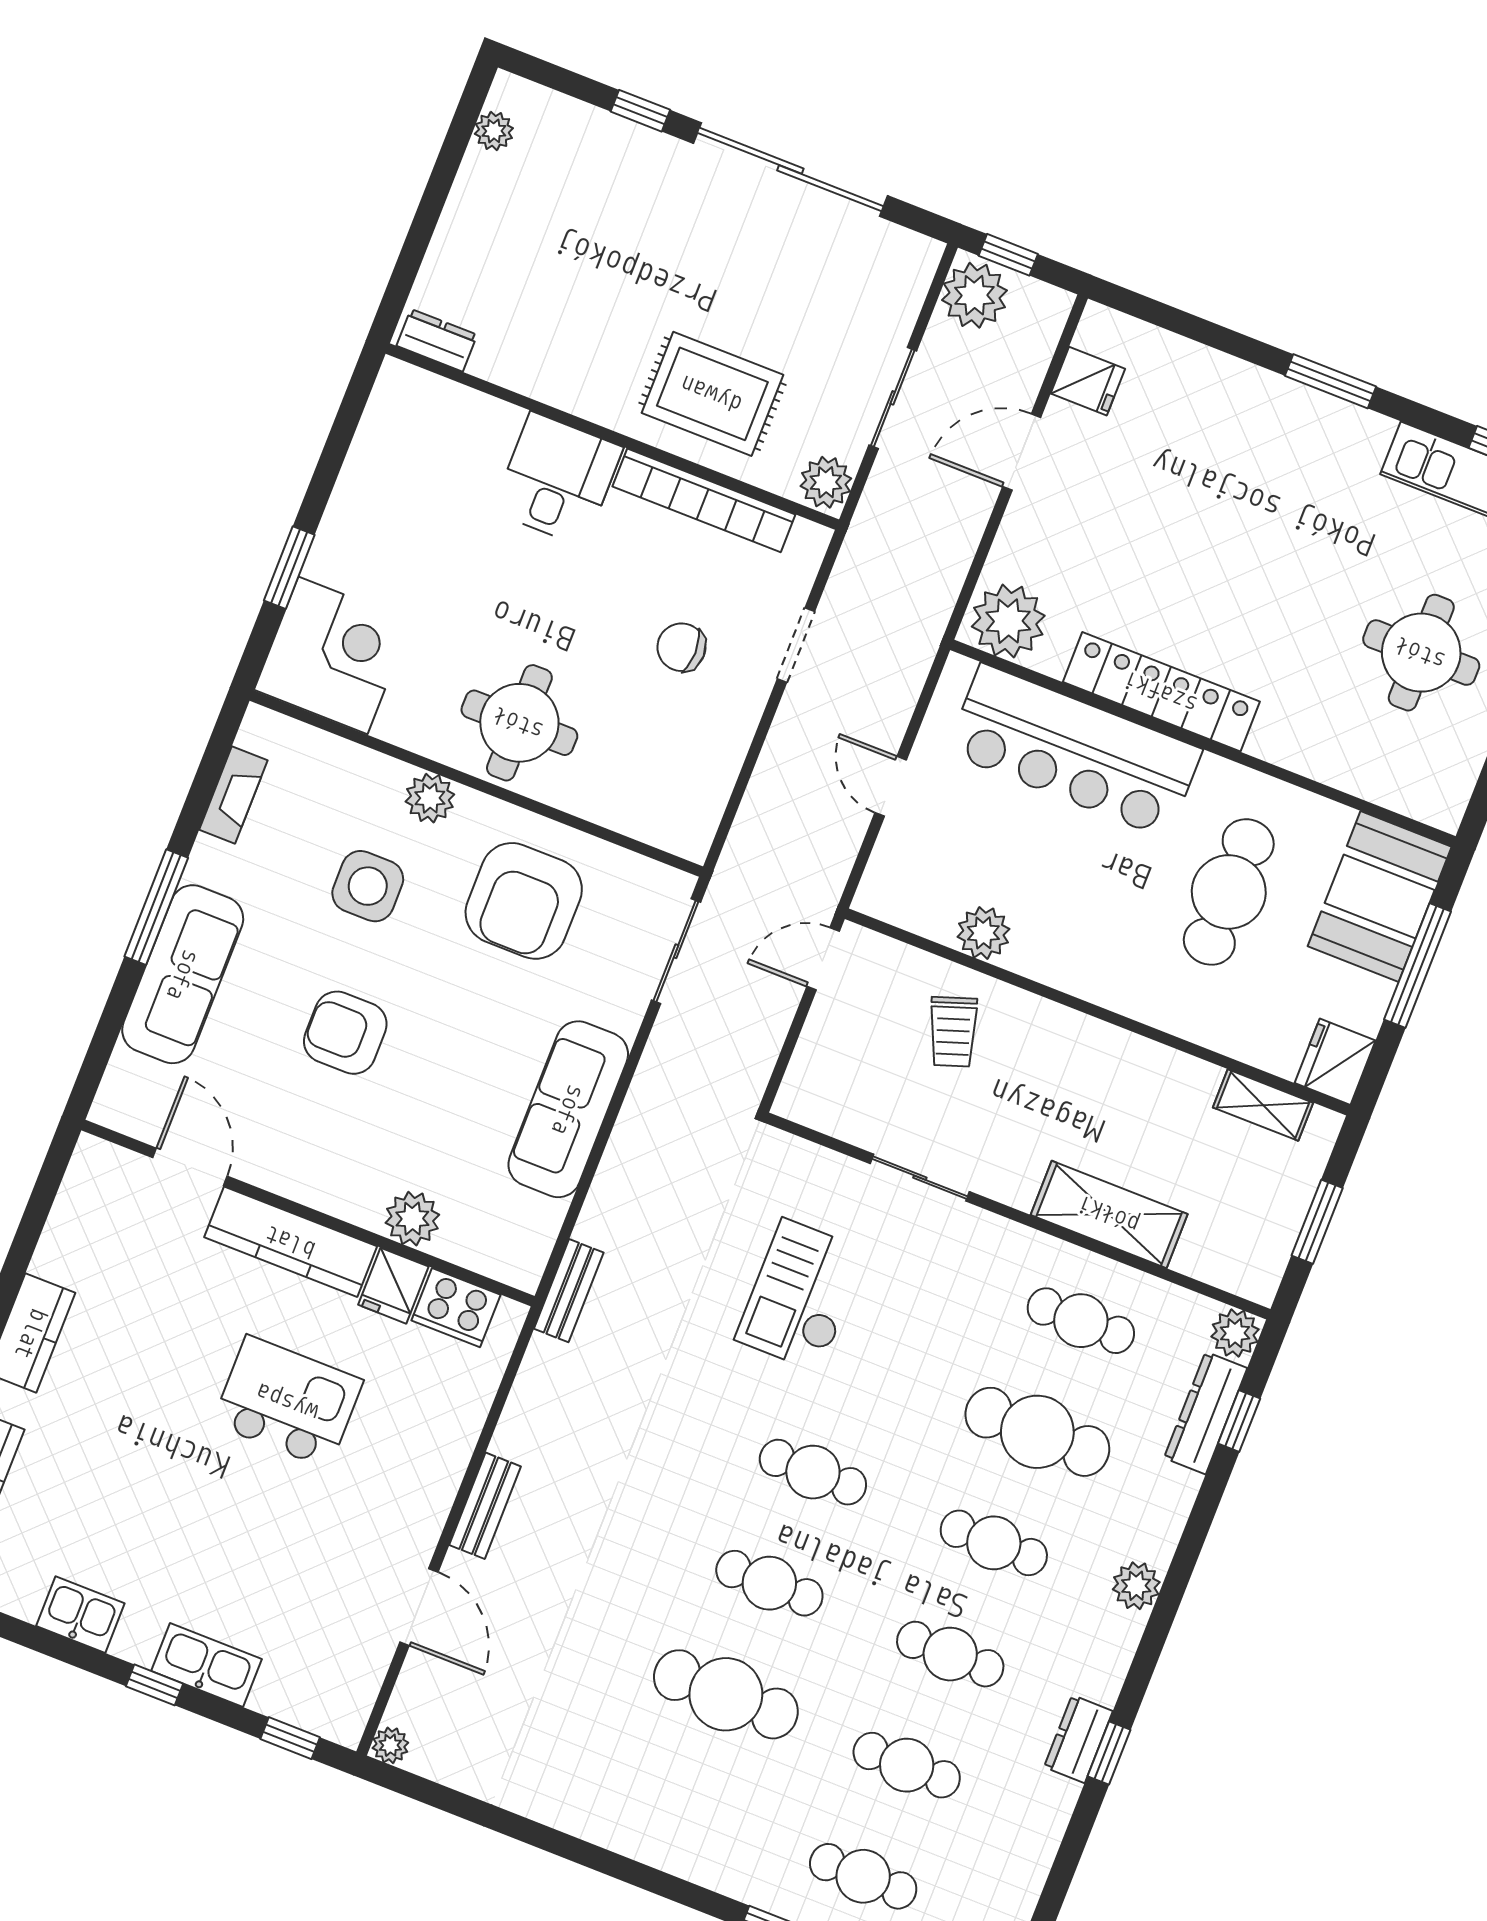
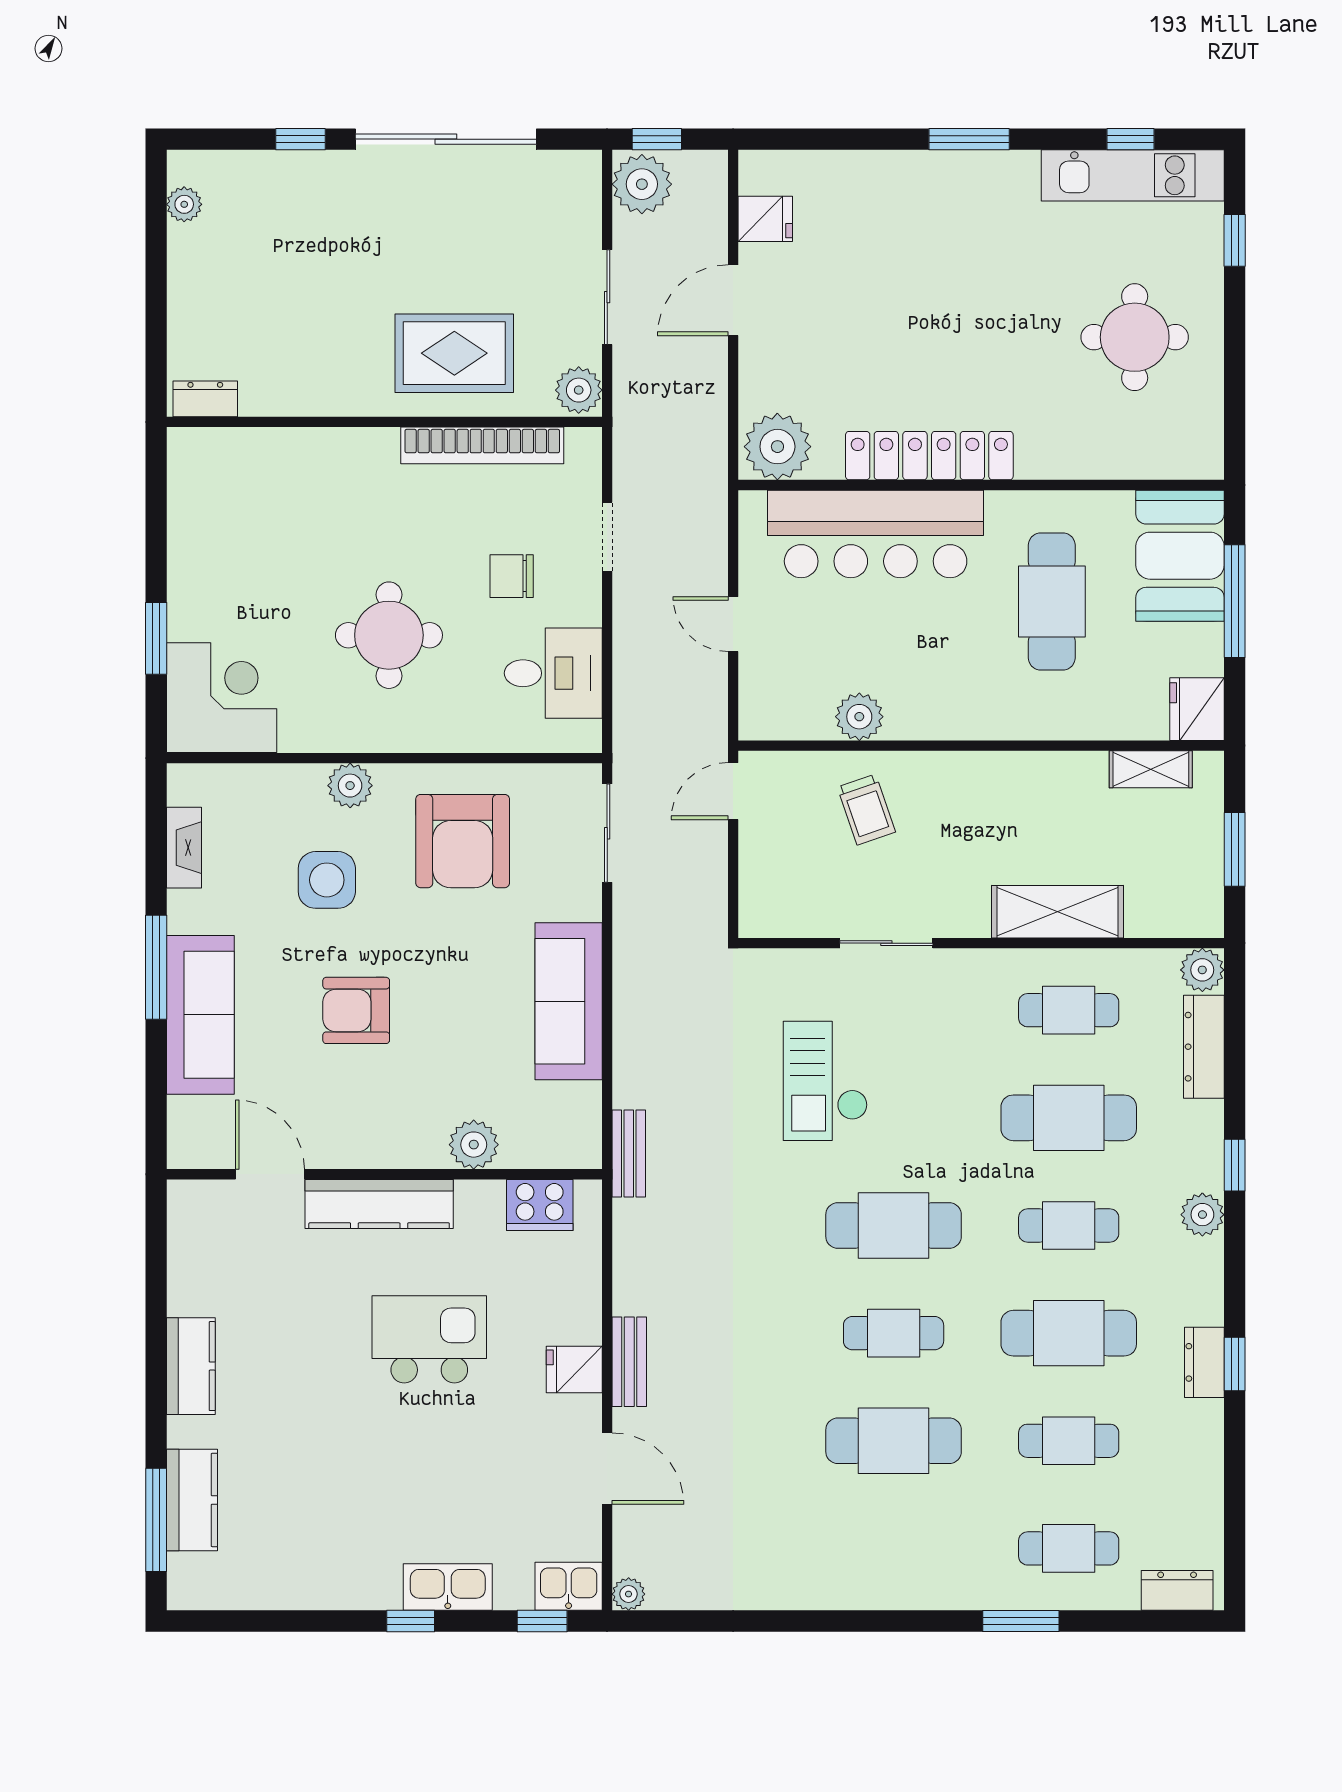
desk: (557, 479) -> (553, 673), moved, turned 90
round table: (519, 723) -> (389, 635), moved
fridge: (393, 1286) -> (574, 1369), moved, turned 90
window: (1239, 1421) -> (1235, 1165), moved
cafe table: (813, 1472) -> (894, 1225), width x1.37, depth x1.35
kitchen sink: (80, 1615) -> (569, 1586), moved
cafe table: (950, 1654) -> (1069, 1333), width x1.37, depth x1.35

